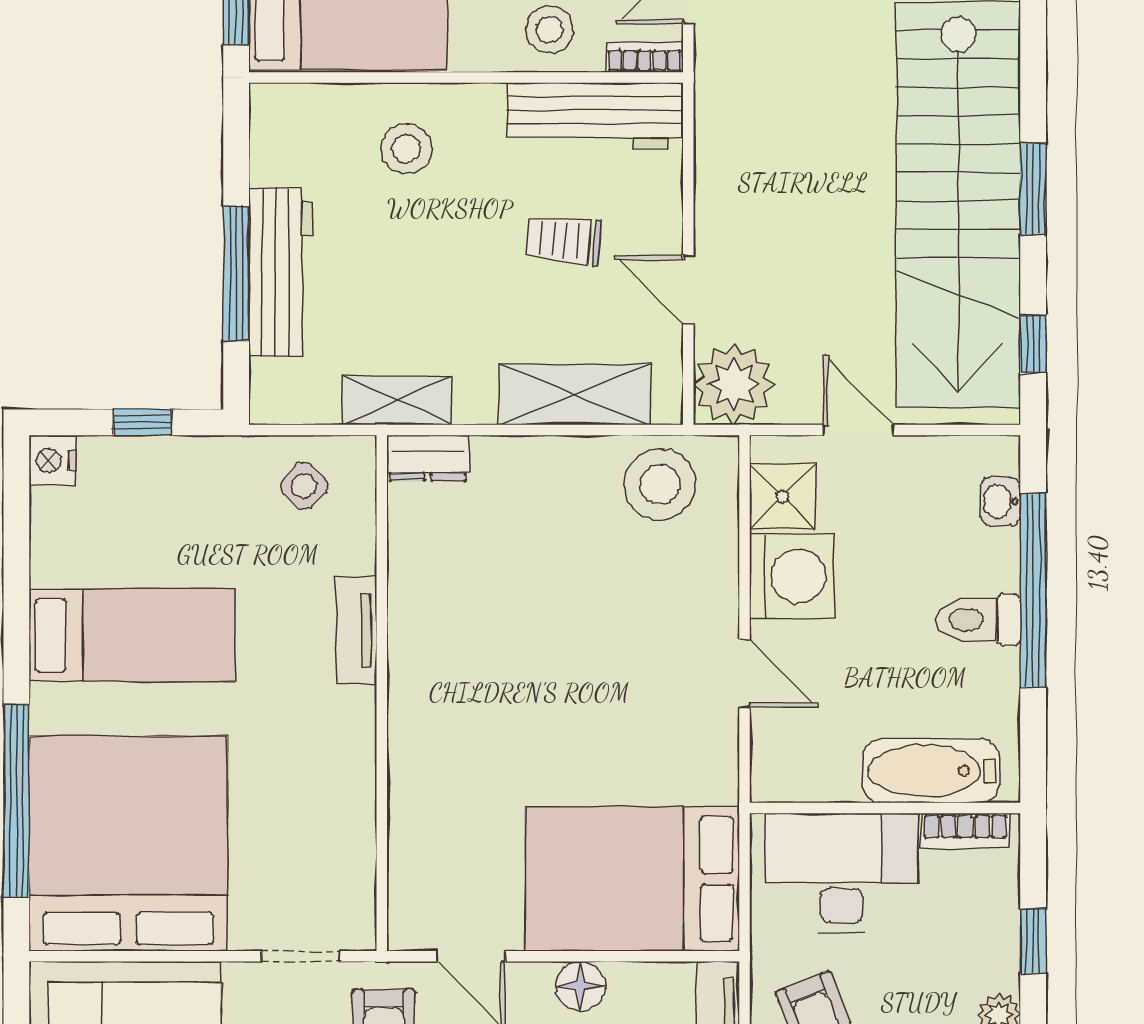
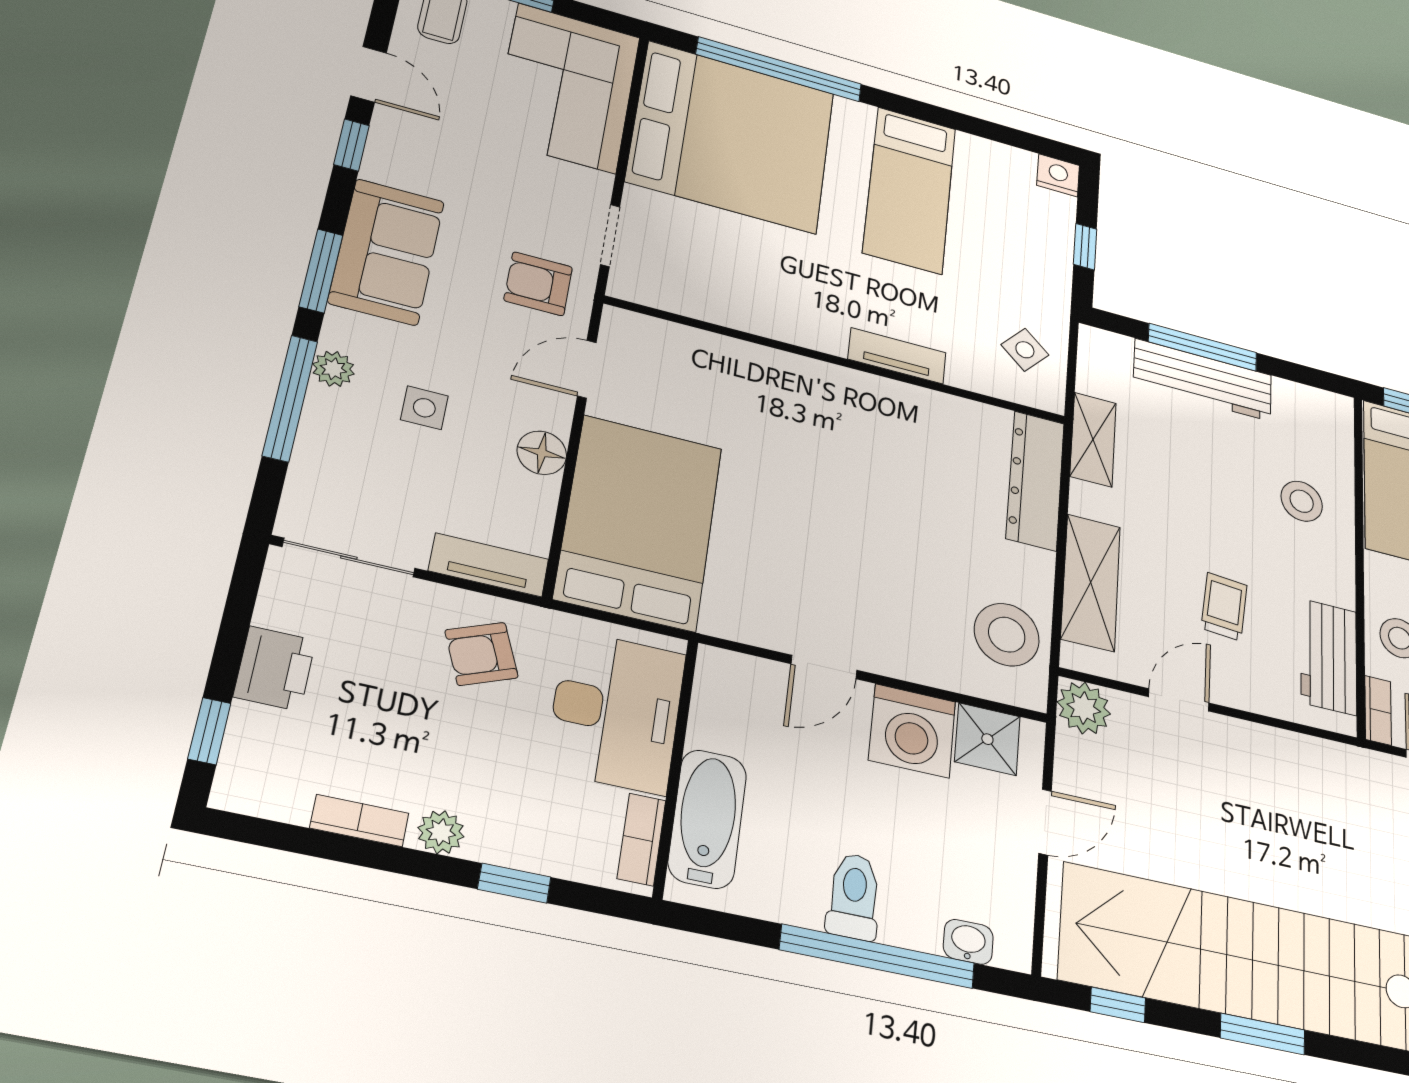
workbench: (594, 116) -> (1329, 657), width x0.73
plant: (734, 384) -> (1084, 708), width x0.73, depth x0.73
dresser: (428, 458) -> (1035, 480), width x1.96, depth x1.24

